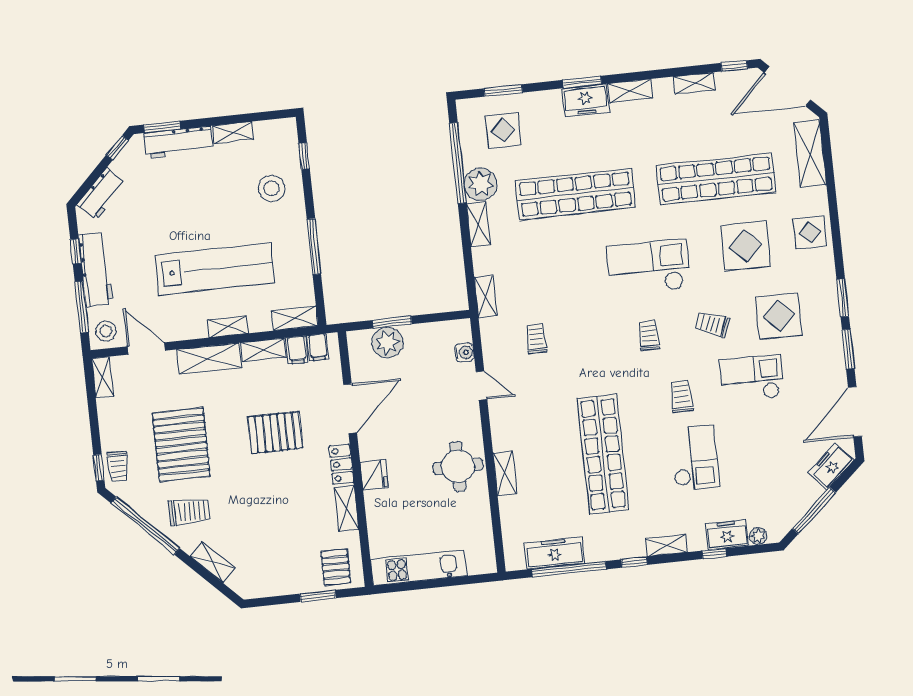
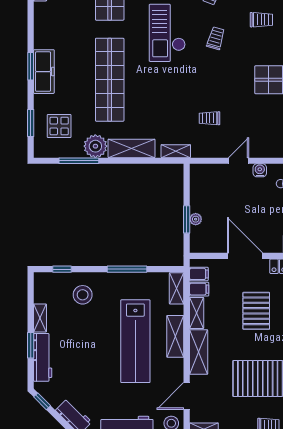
shelving: (630, 91) -> (41, 33), removed
freezer: (586, 100) -> (44, 72), width x1.40
window: (162, 127) -> (31, 345), moved
window: (458, 163) -> (79, 161), width x0.68
shelving: (478, 224) -> (132, 148), width x1.50, depth x1.33
lab bench: (215, 269) -> (135, 341), turned 180
shelving: (228, 327) -> (175, 336), width x1.50, depth x1.33
trolley: (649, 335) -> (216, 38), turned 106
plant: (387, 343) -> (196, 219), width x0.53, depth x0.53
water cooler: (464, 352) -> (260, 170), moved
trolley: (681, 396) -> (261, 20), turned 180

